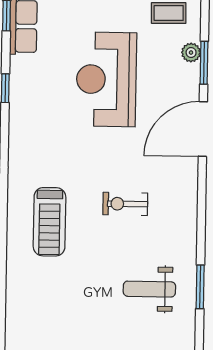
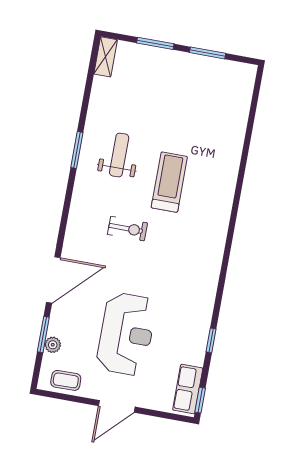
treadmill: (49, 222) -> (169, 182), moved
weight bench: (149, 289) -> (119, 155), turned -90

